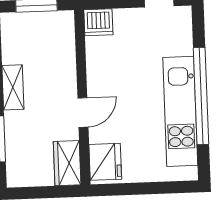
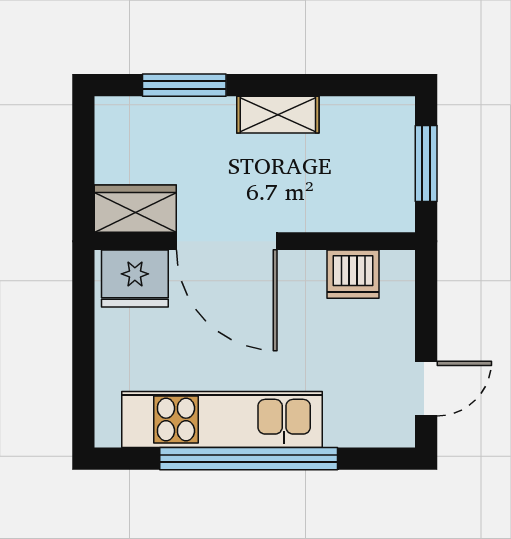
dishwasher: (98, 22) -> (353, 274), moved, turned -90
door: (83, 112) -> (227, 241), width x1.87

